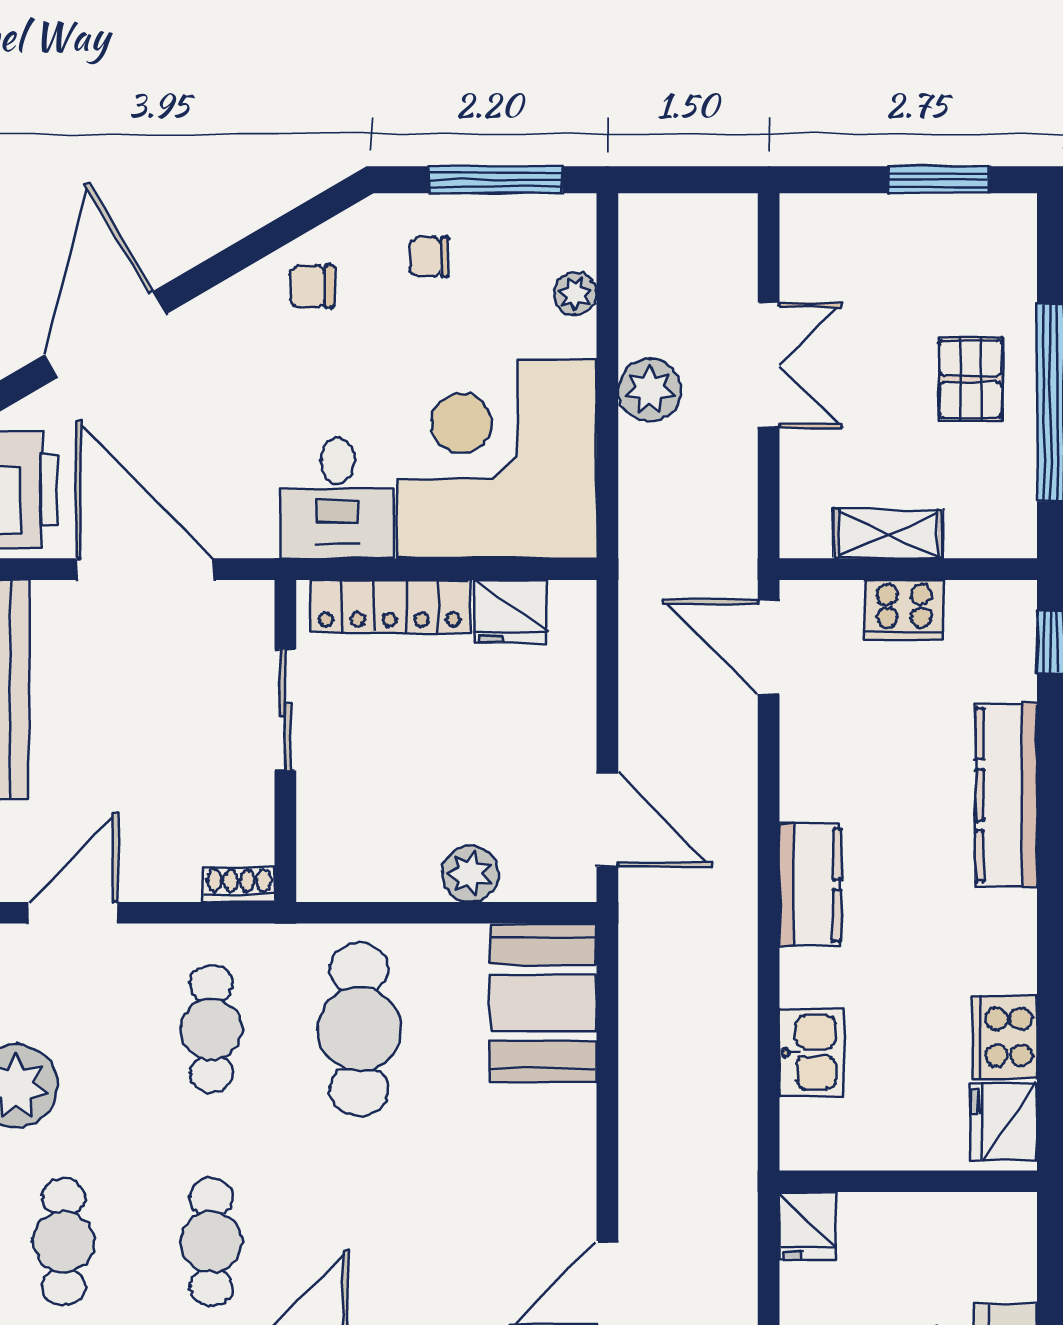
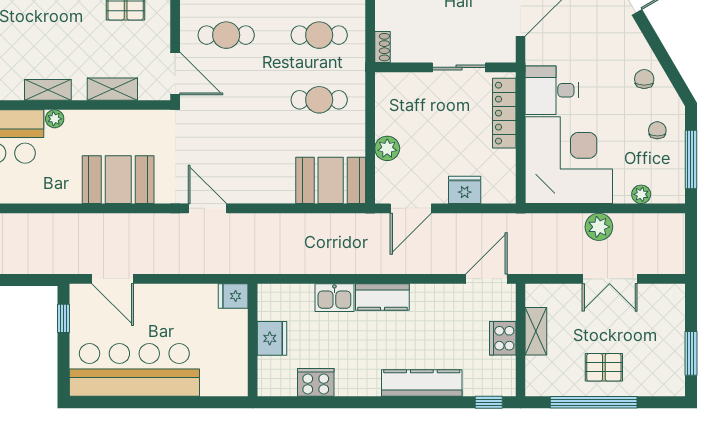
fridge: (510, 611) -> (465, 190), moved, turned 90
cafe table: (359, 1029) -> (319, 100), width x0.73, depth x0.74
kitchen sink: (811, 1052) -> (334, 298), moved
fridge: (1004, 1122) -> (272, 338), moved, turned 90

